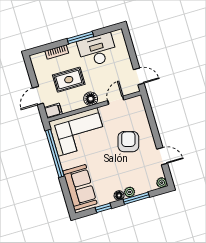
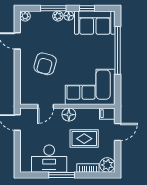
plant: (39, 60) -> (107, 165), added
window: (55, 153) -> (118, 50), moved
sofa: (80, 187) -> (95, 23), moved, turned -90

